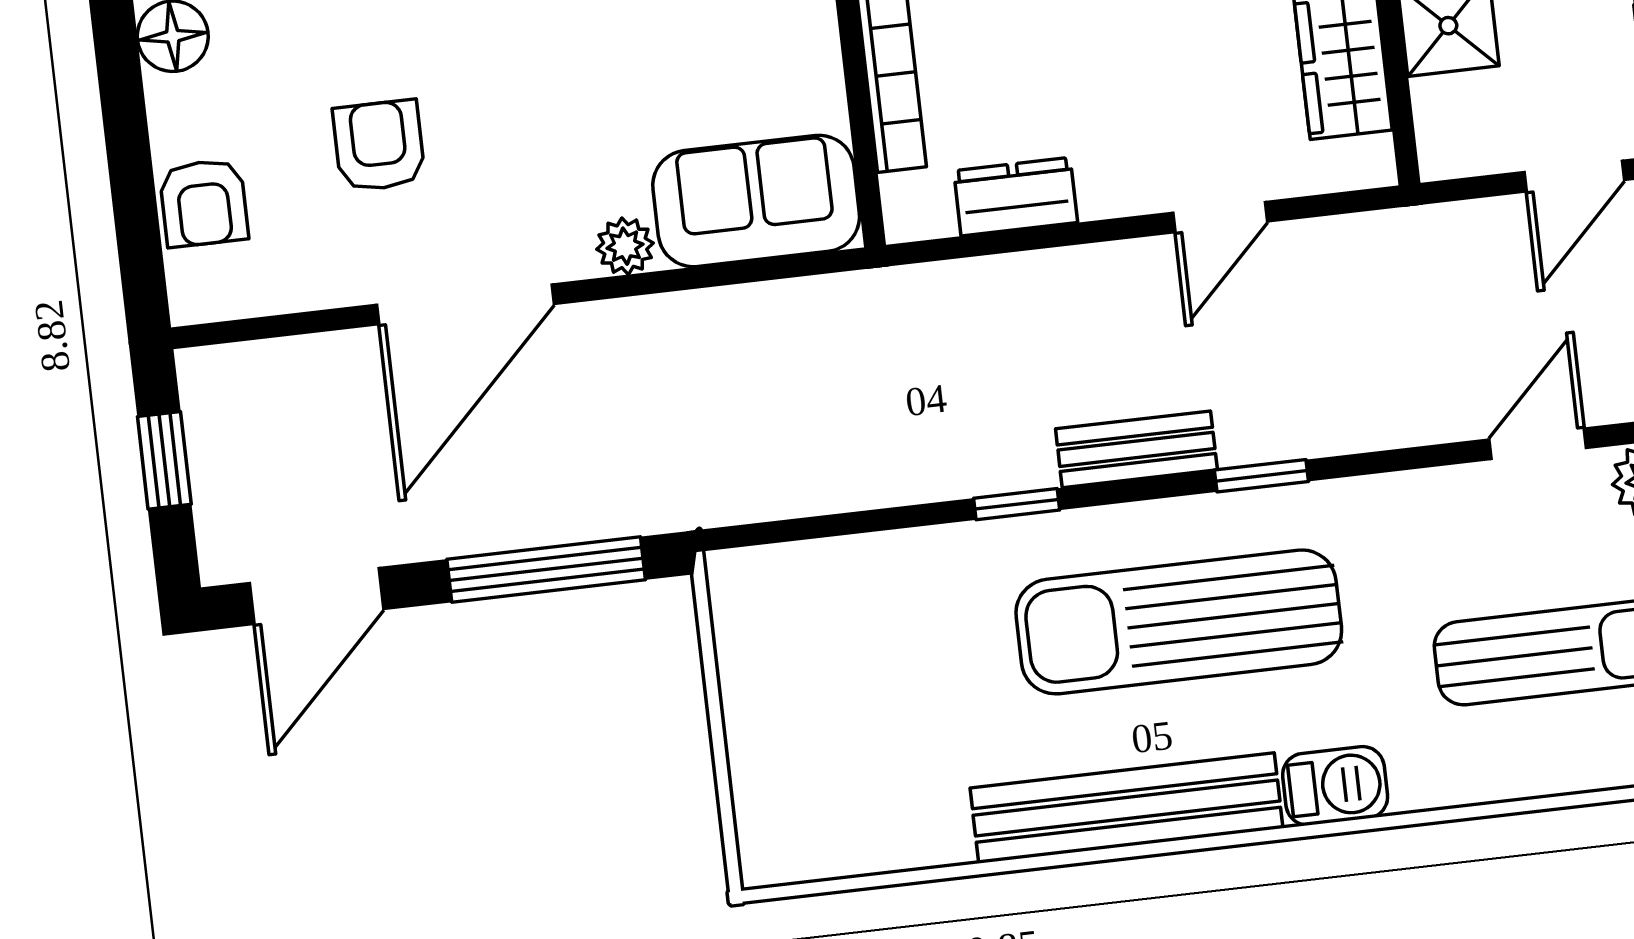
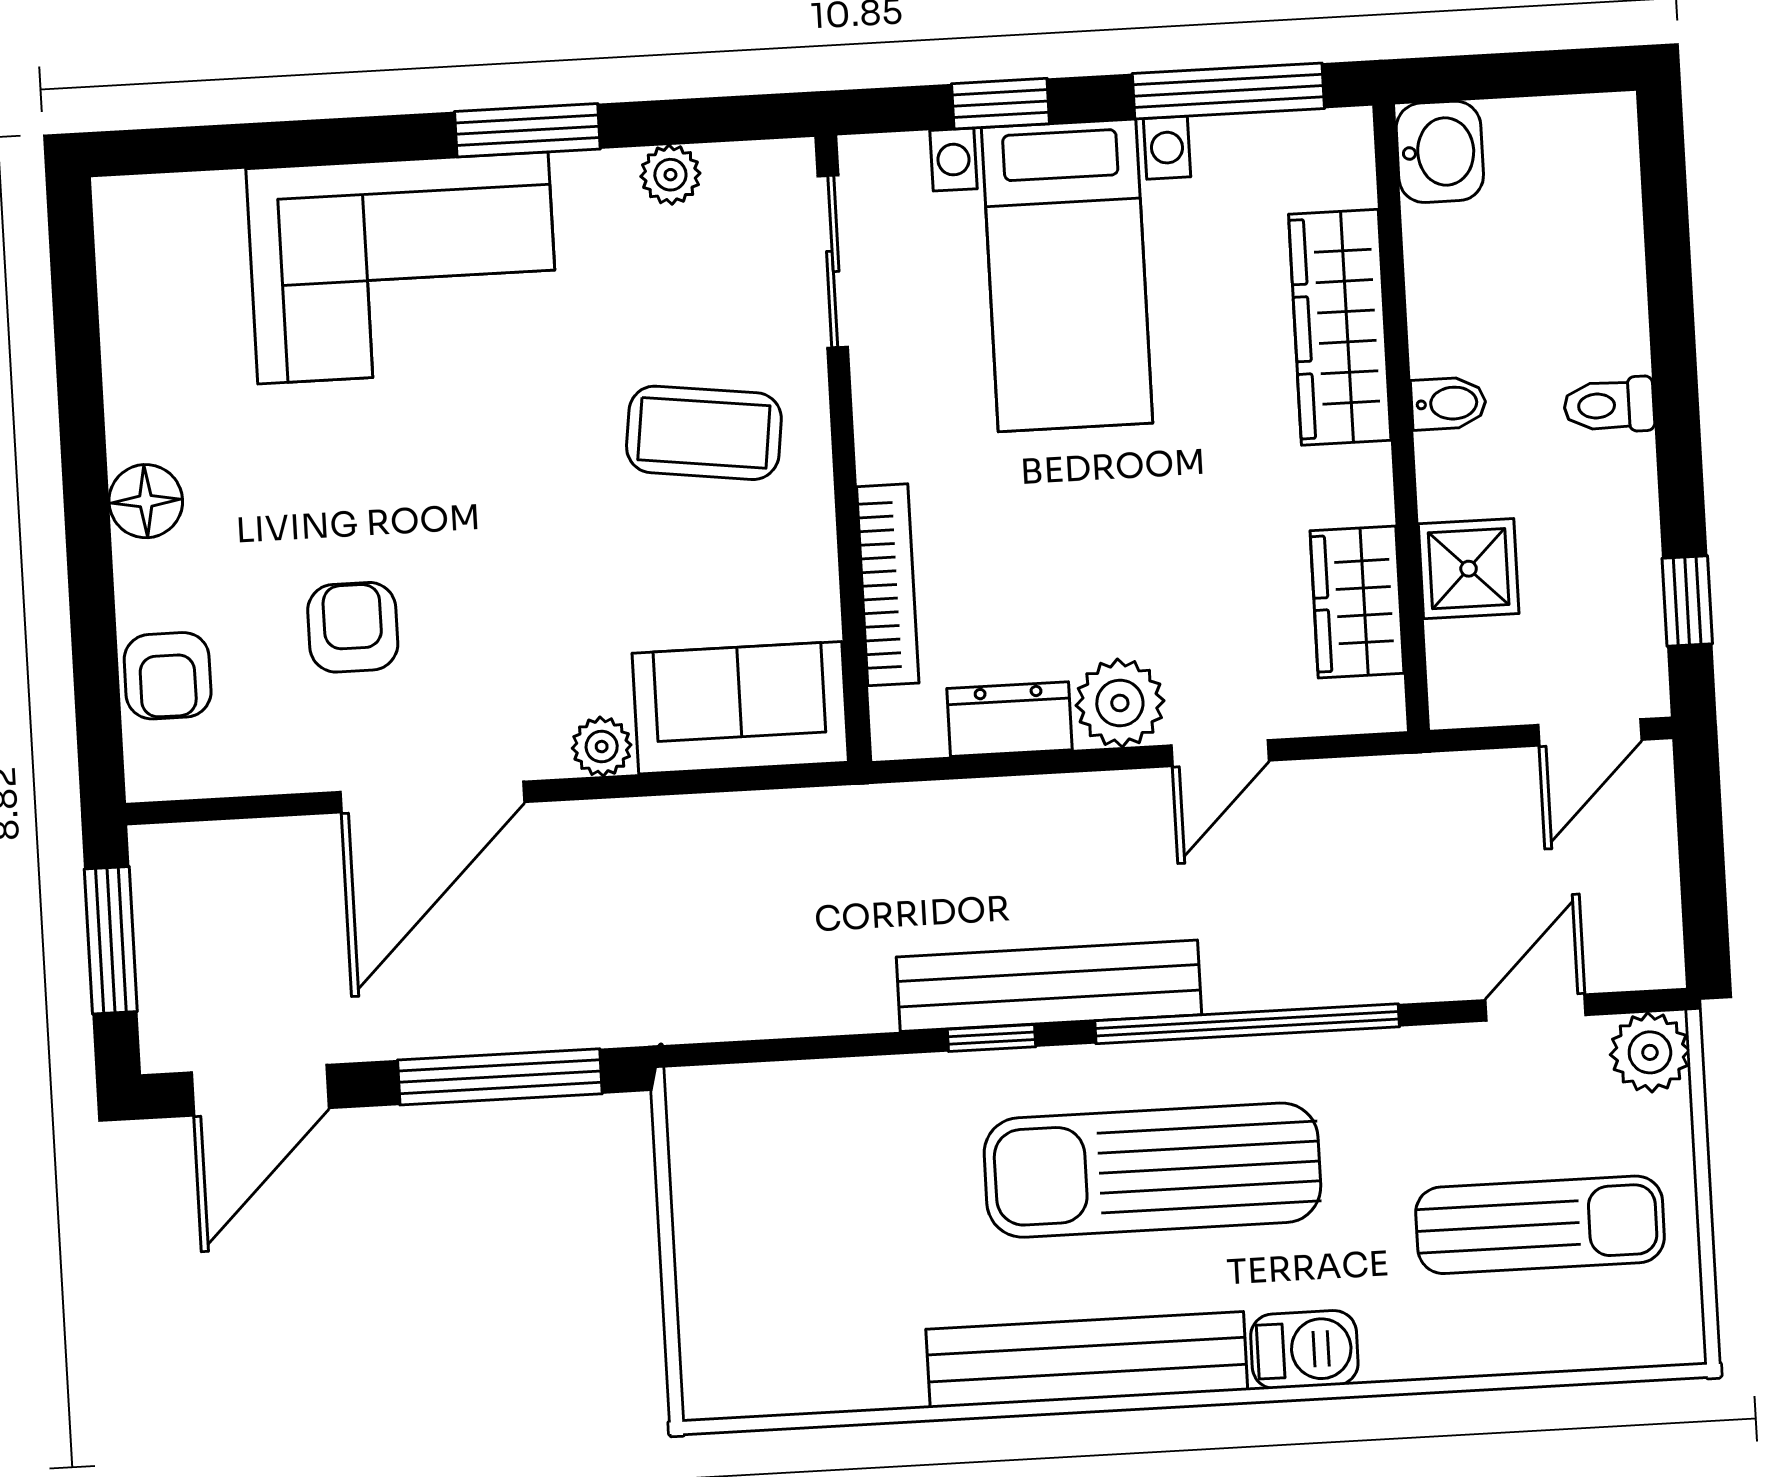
plant: (1121, 175) -> (1120, 703), added
bench: (1136, 449) -> (1049, 986), width x1.86, depth x1.21
window: (164, 460) -> (111, 940), width x1.50
window: (1261, 476) -> (1247, 1024), width x3.17

